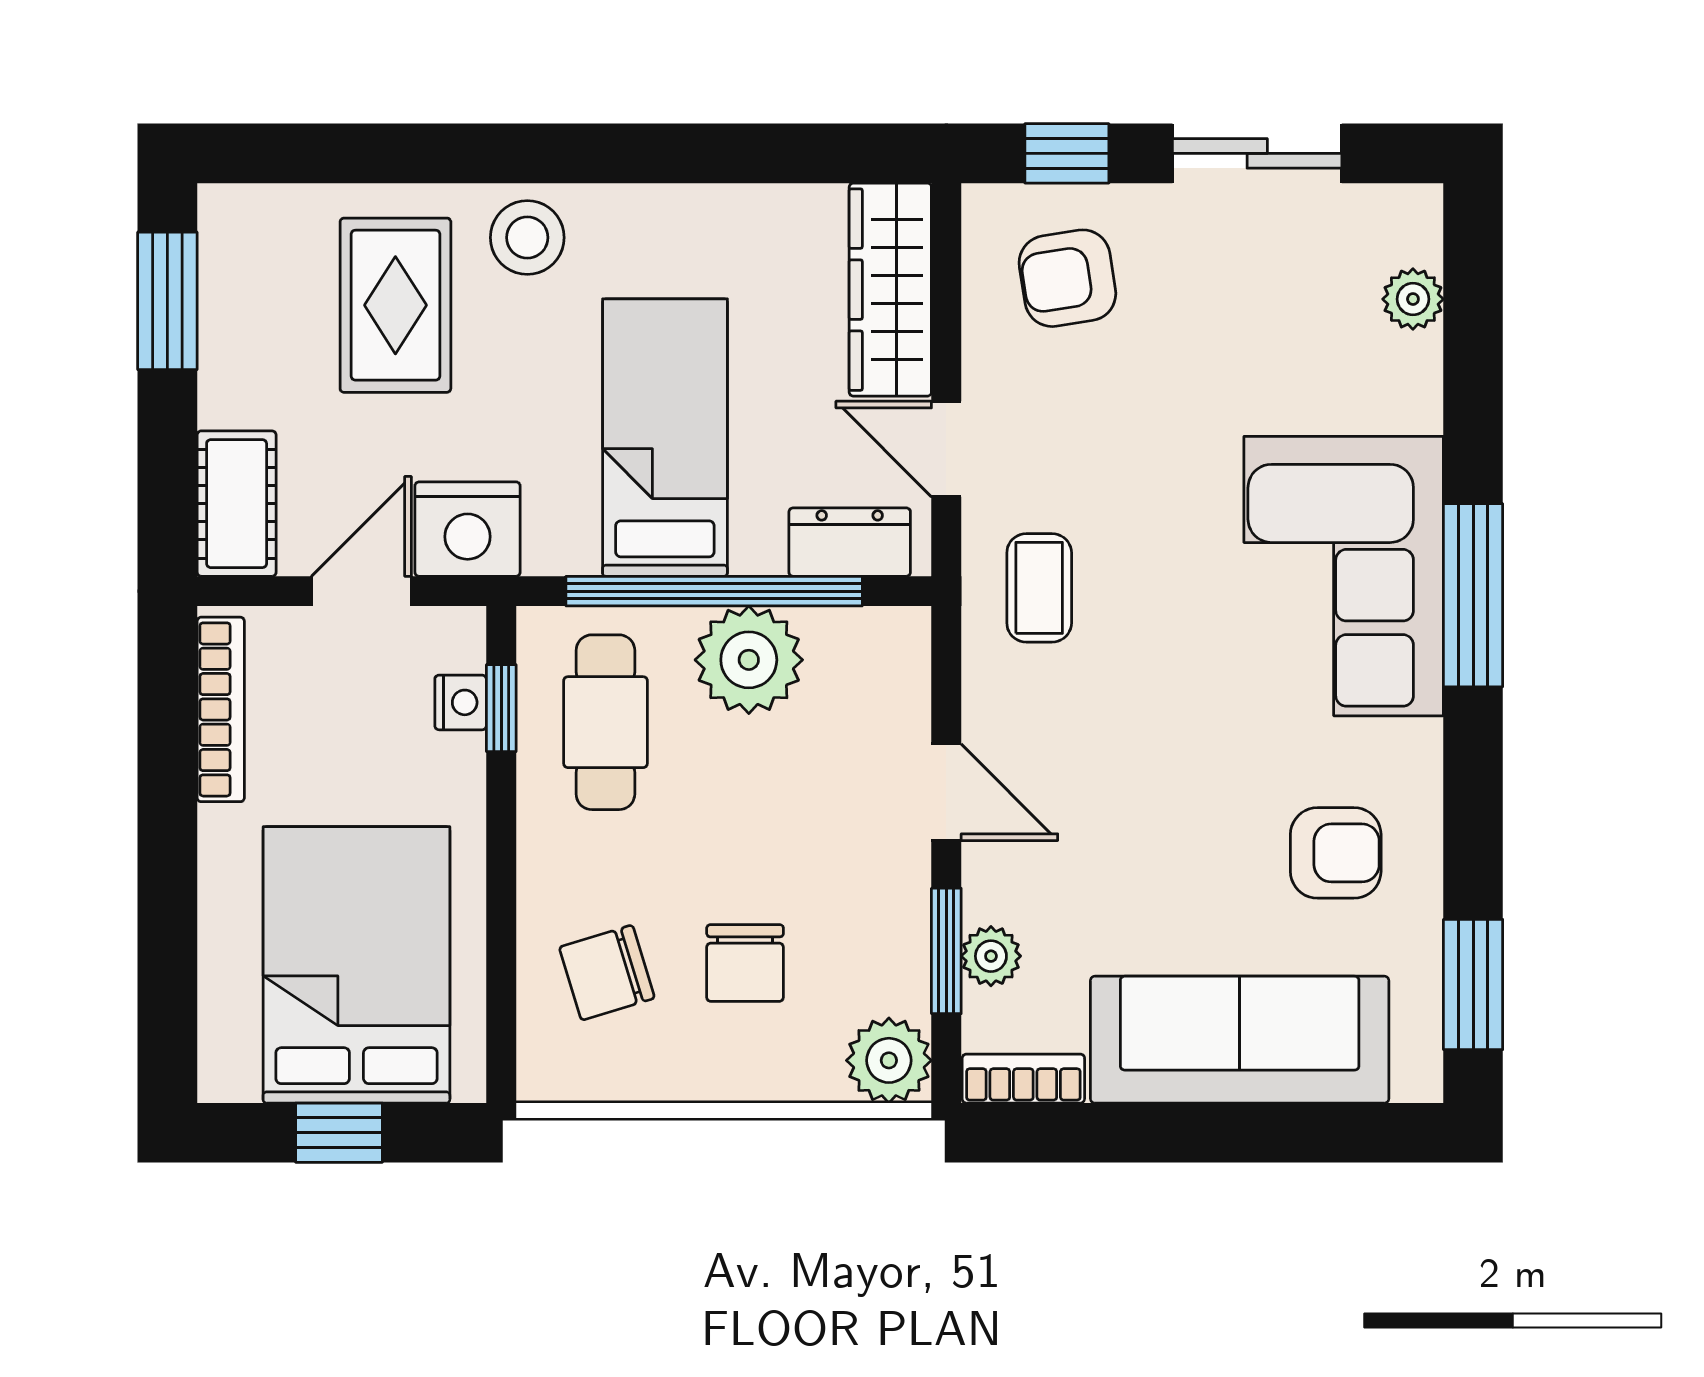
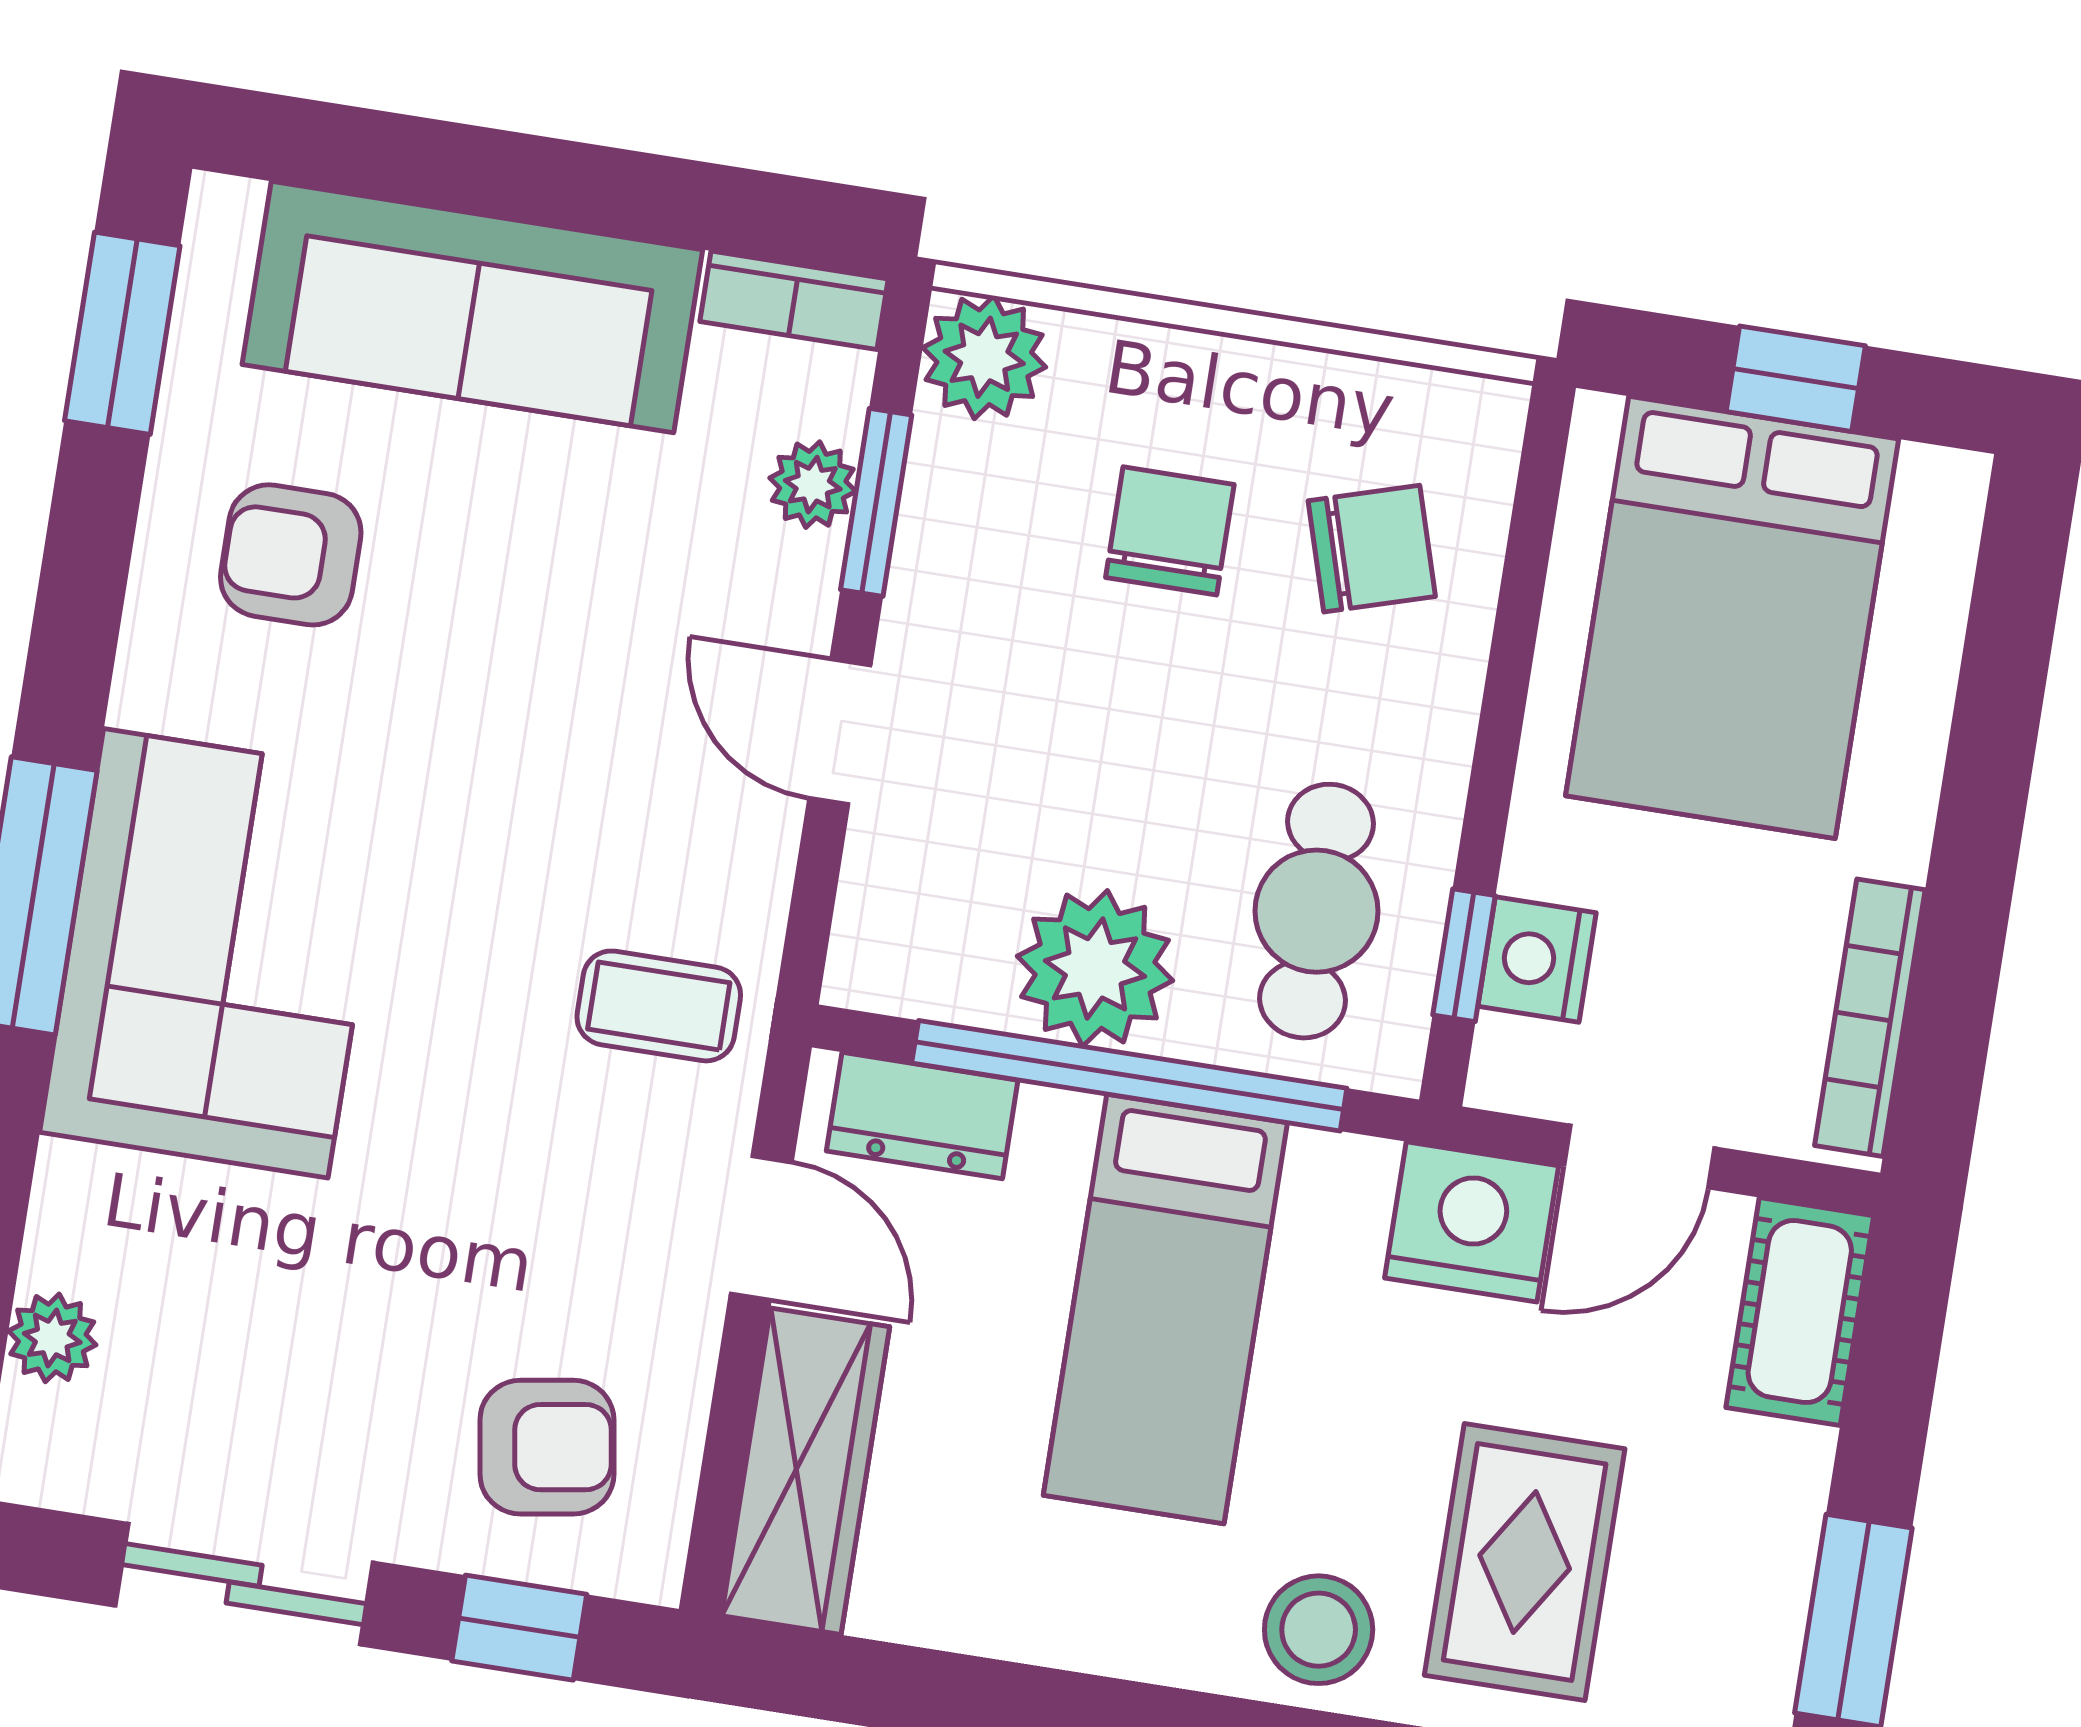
coffee table: (1039, 588) -> (659, 1006), turned 90
nightstand: (461, 702) -> (1537, 960), width x1.39, depth x1.35

